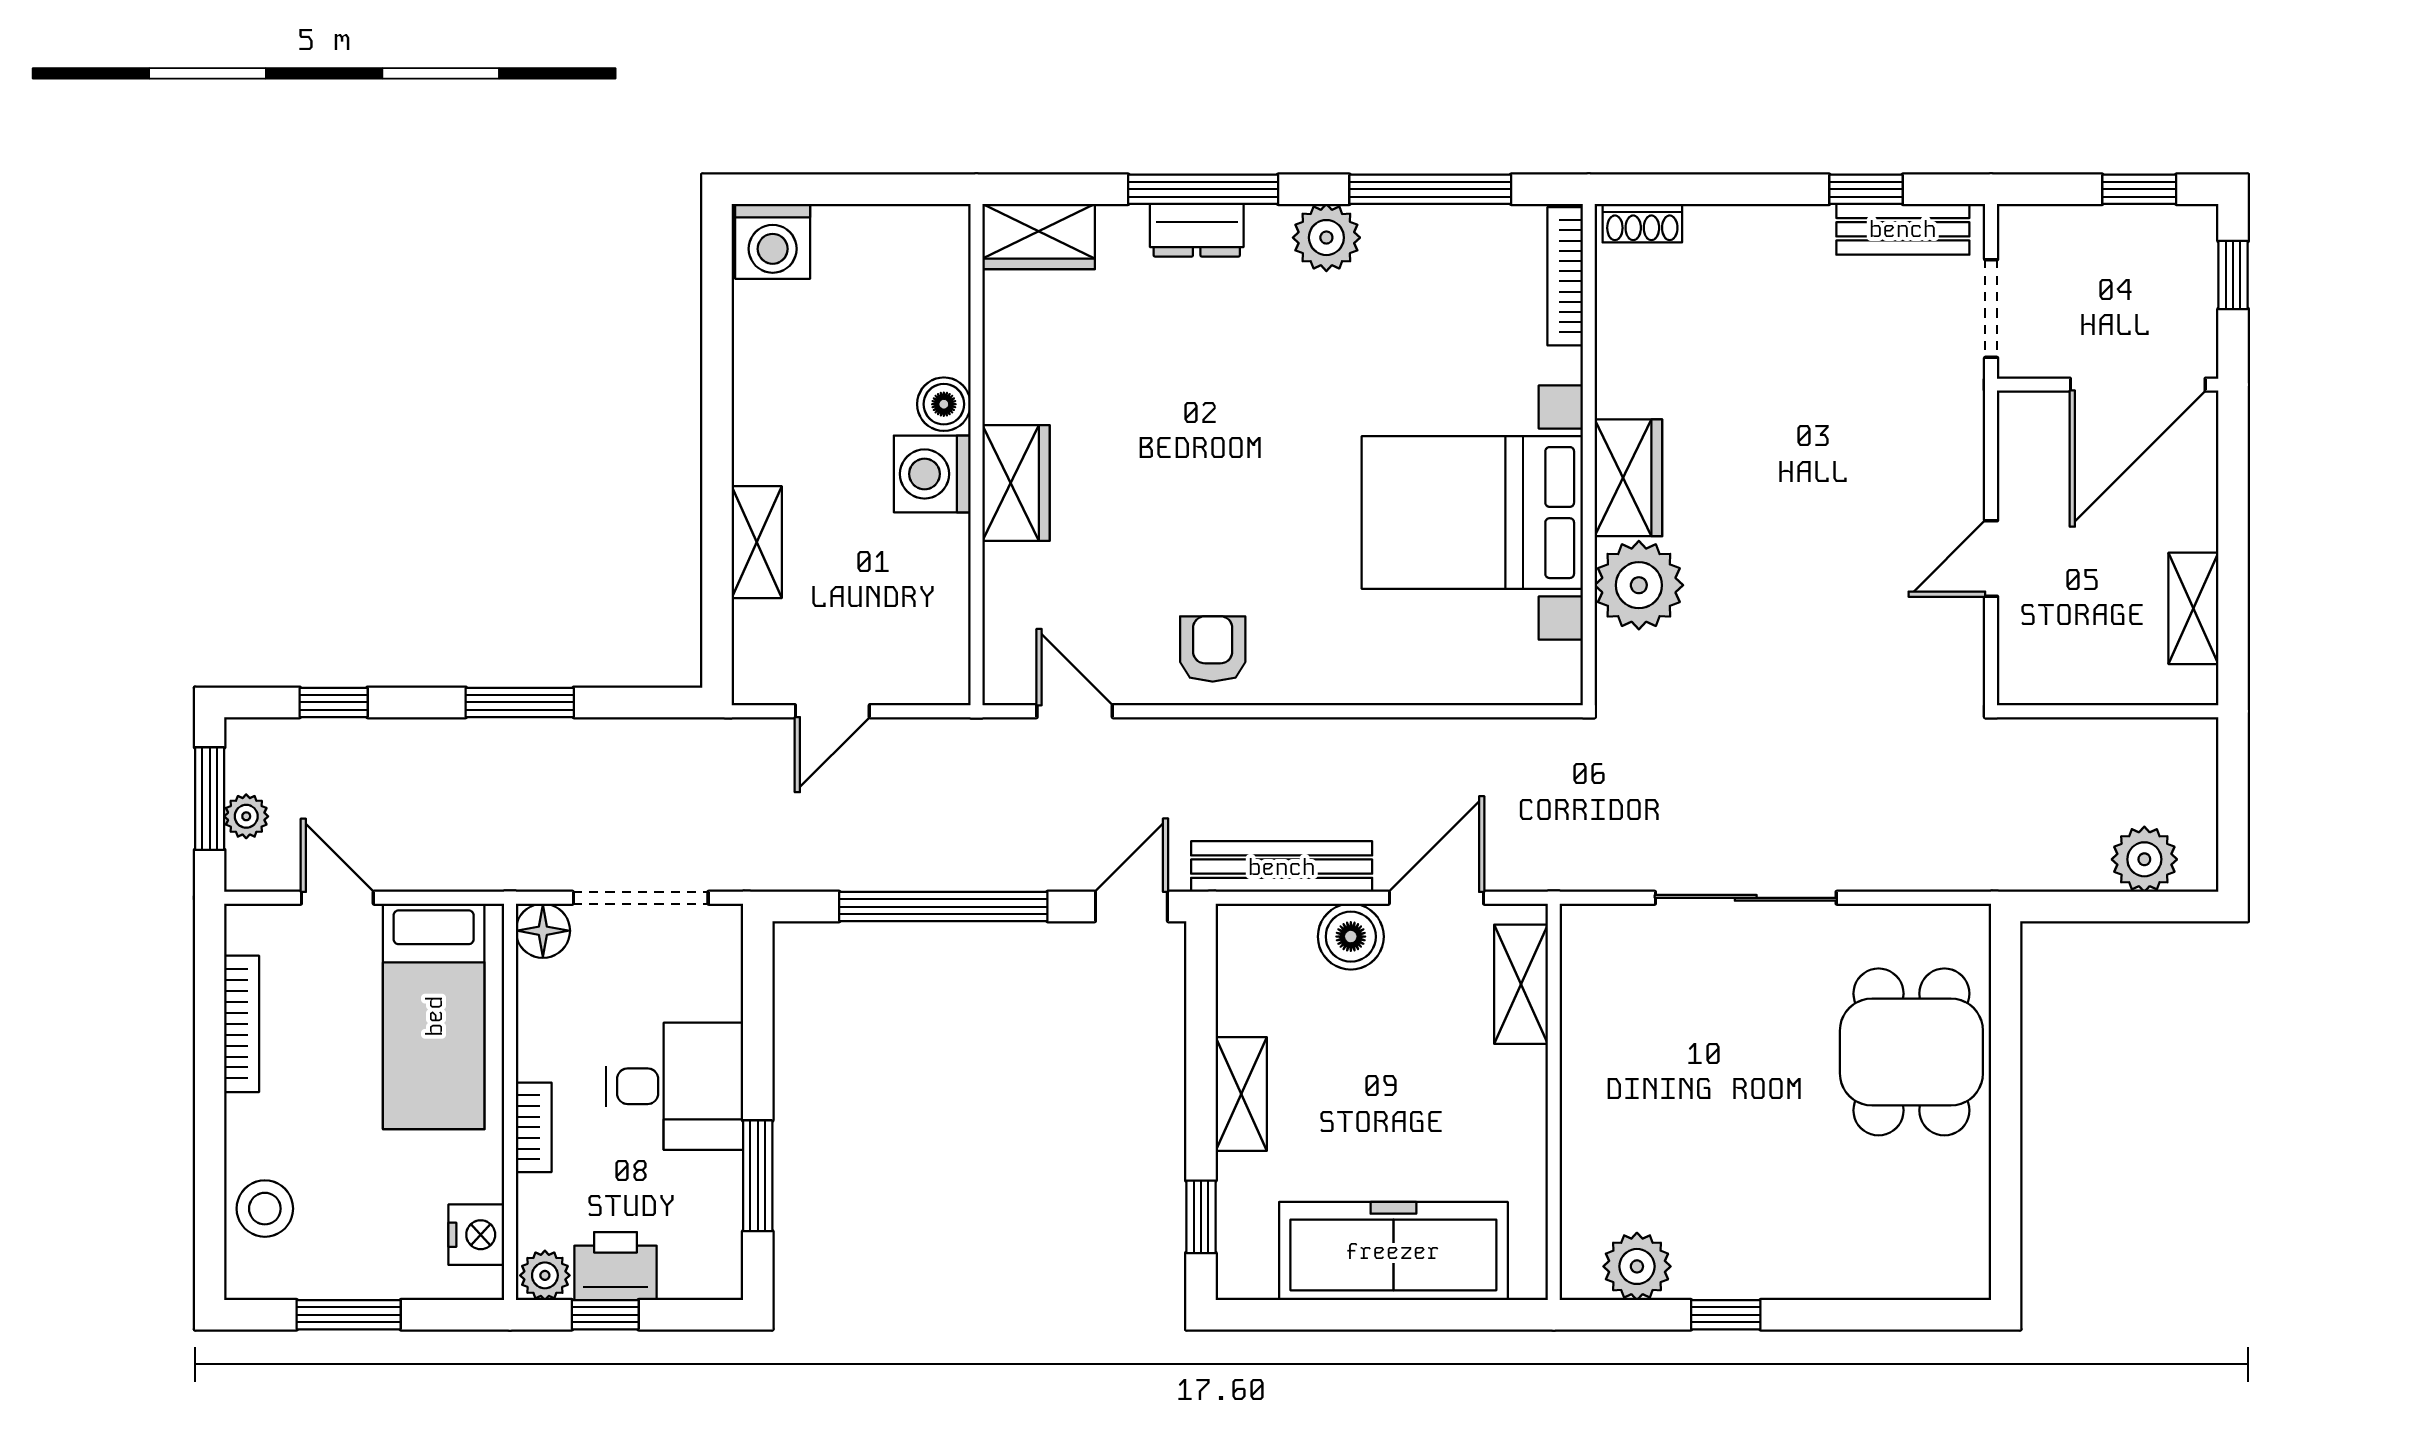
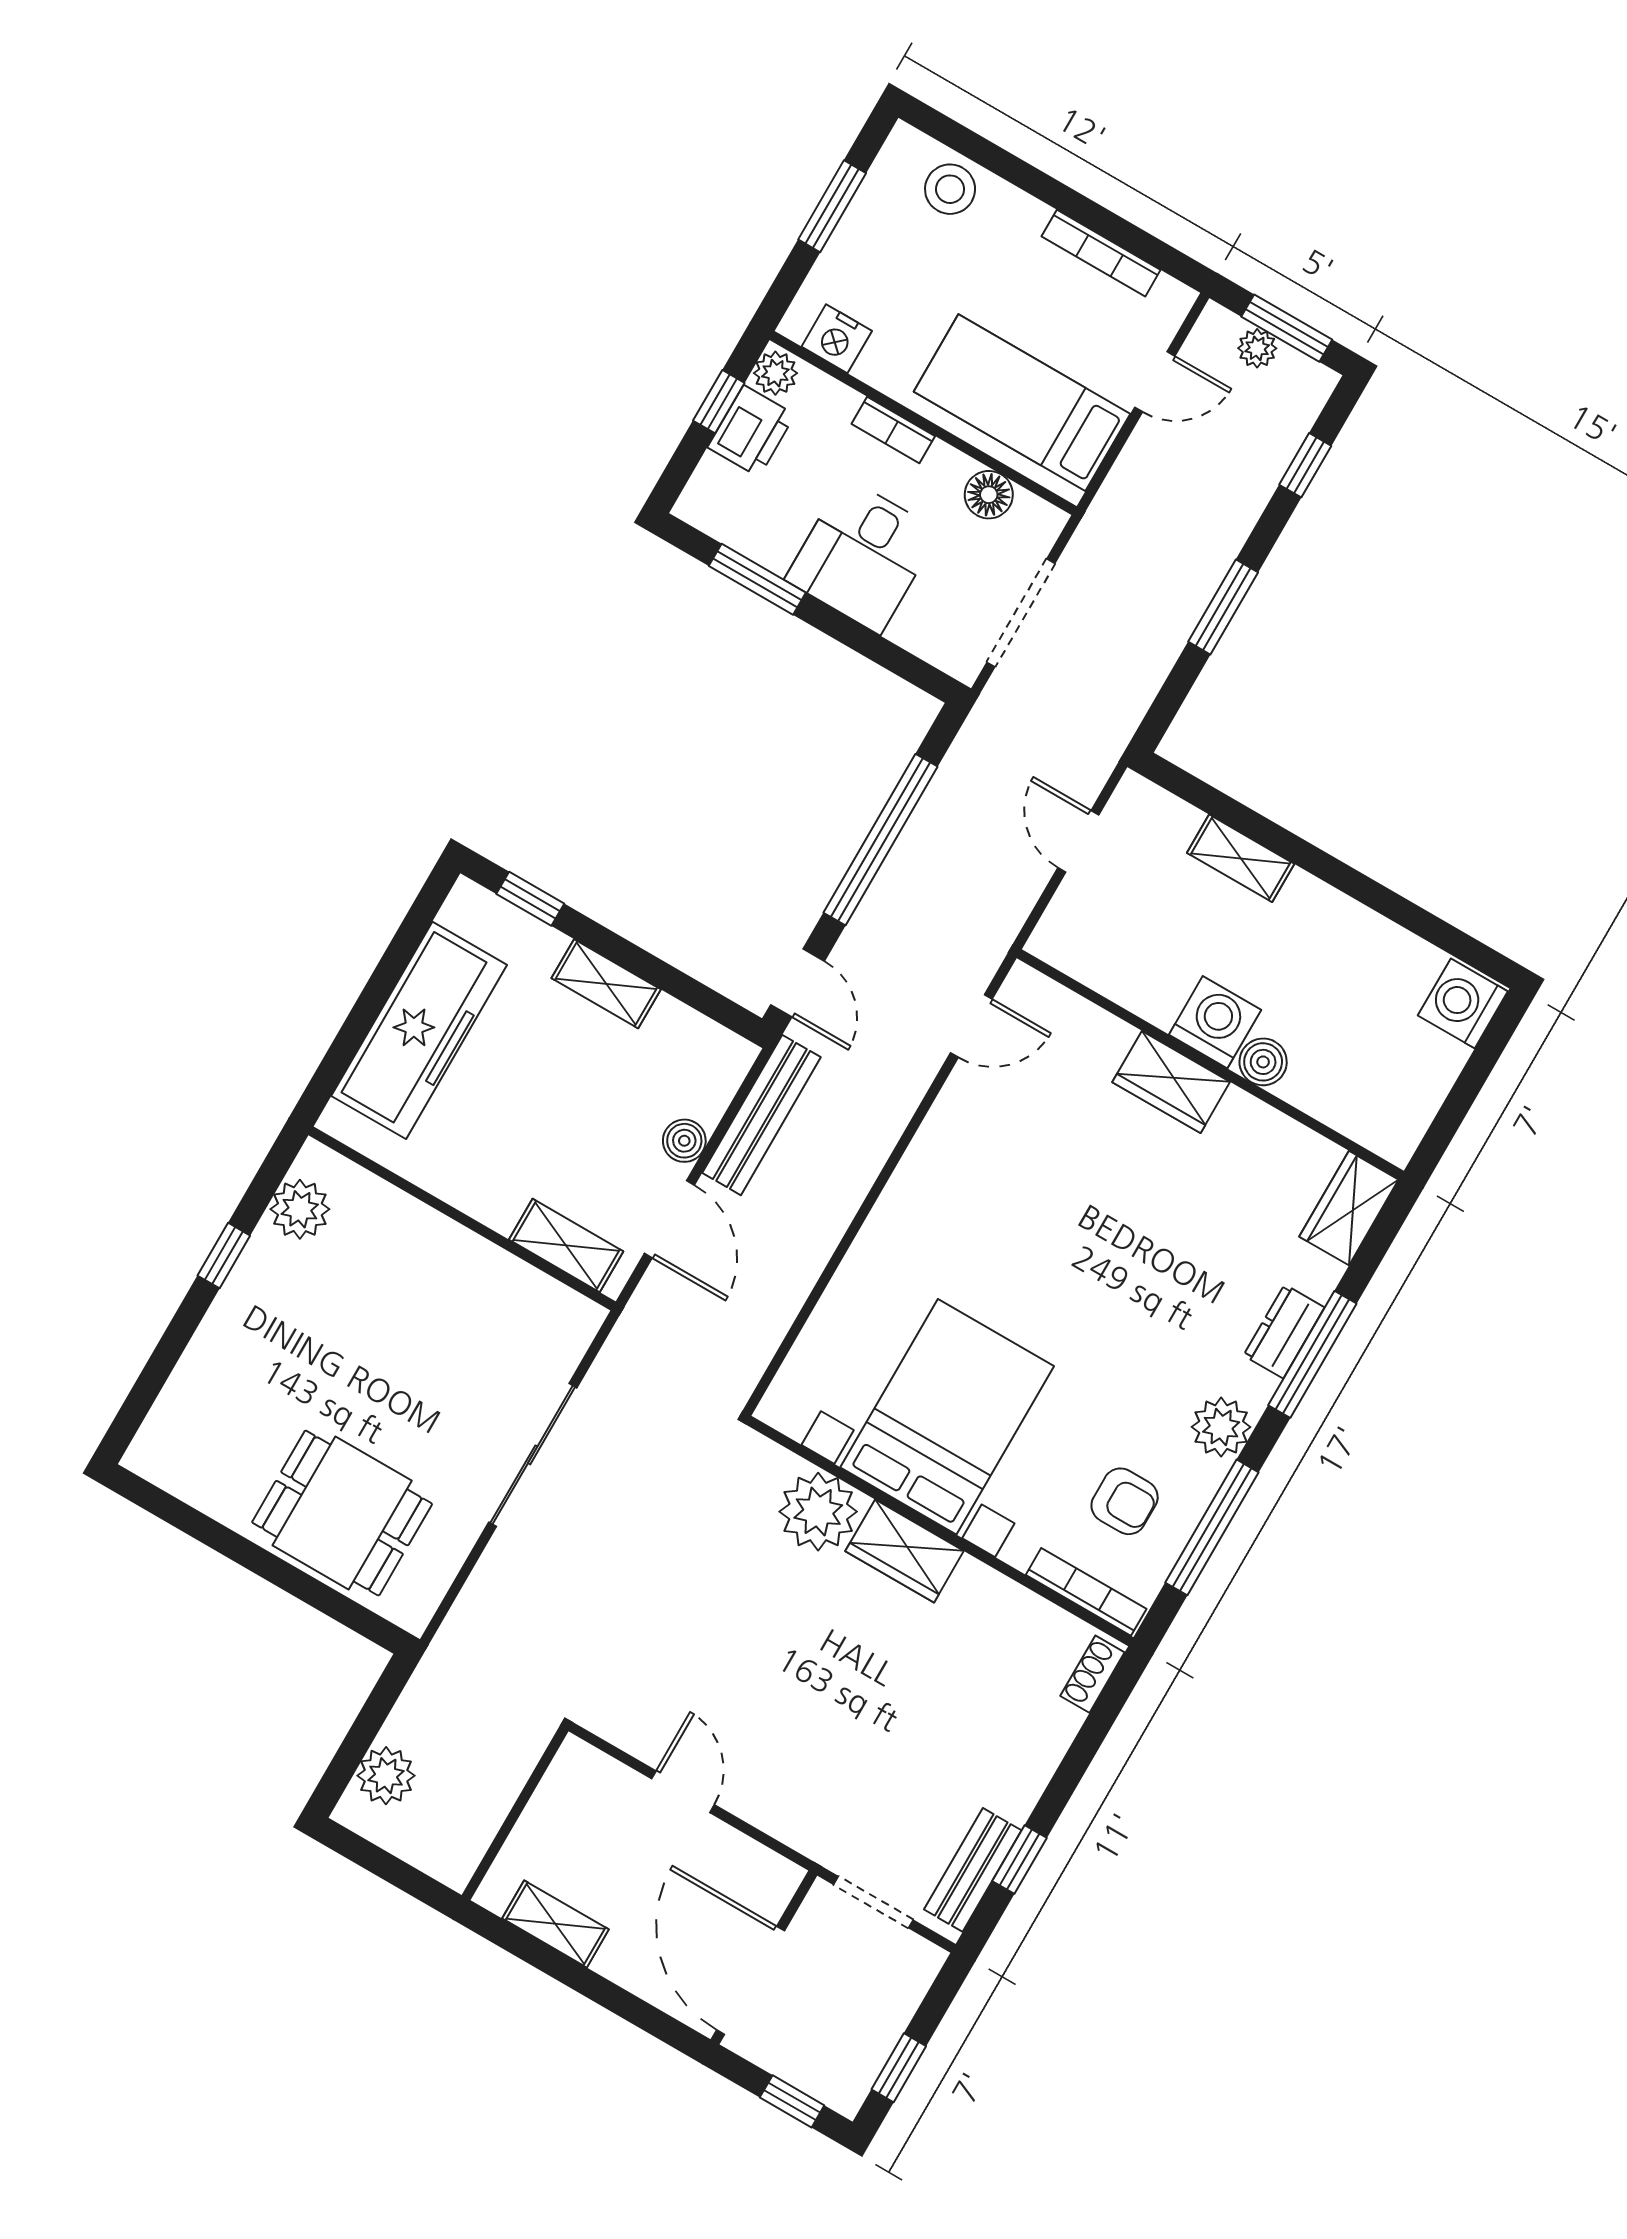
armchair: (1213, 649) -> (1125, 1501), moved
floor lamp: (543, 931) -> (989, 495), moved
boiler: (1351, 937) -> (684, 1141), width x0.73, depth x0.73

